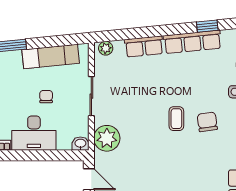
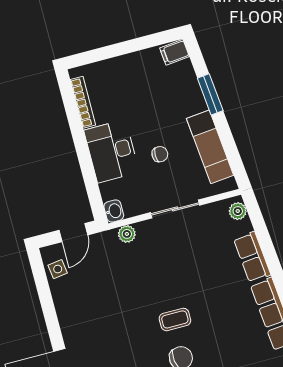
plant: (107, 138) -> (127, 234), width x0.53, depth x0.53

